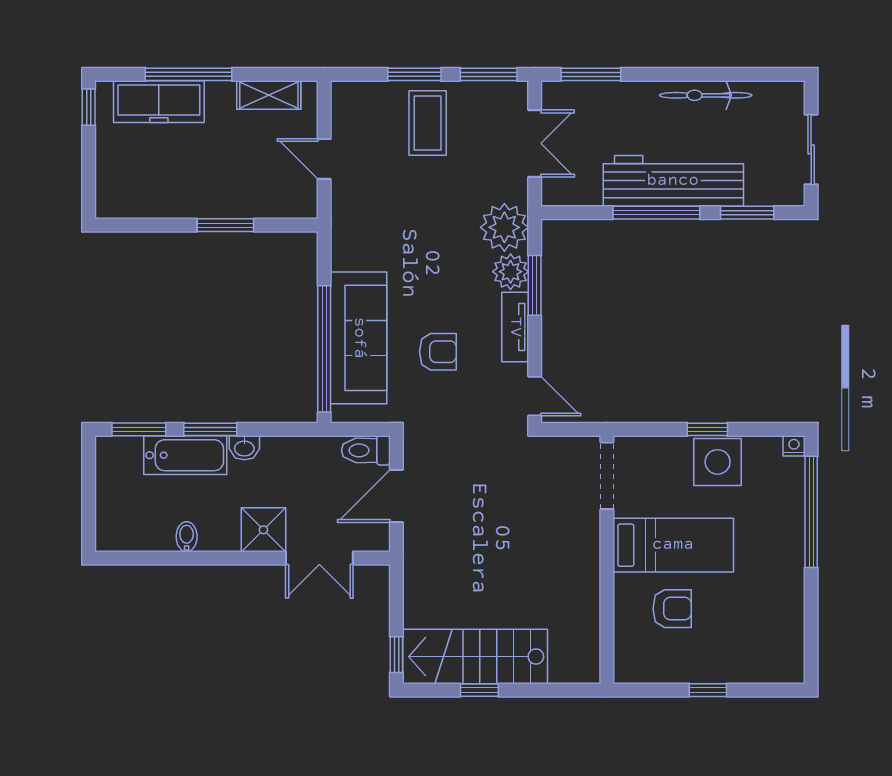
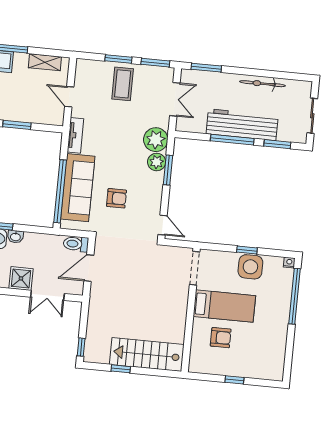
tv unit: (515, 327) -> (75, 135), moved, turned 180
stairs: (475, 657) -> (147, 354), moved

